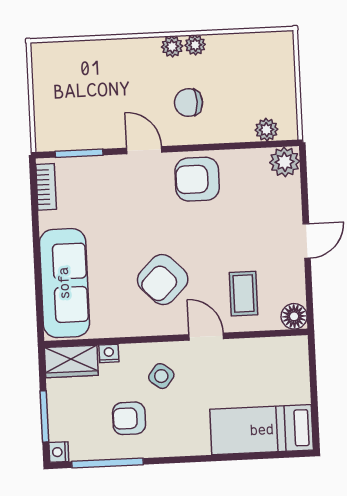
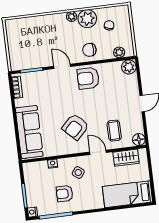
plant: (195, 45) -> (87, 19), width x1.88, depth x1.88
chair: (249, 71) -> (109, 25), added
chair: (189, 103) -> (89, 50), moved
wardrobe: (71, 361) -> (126, 158), moved

